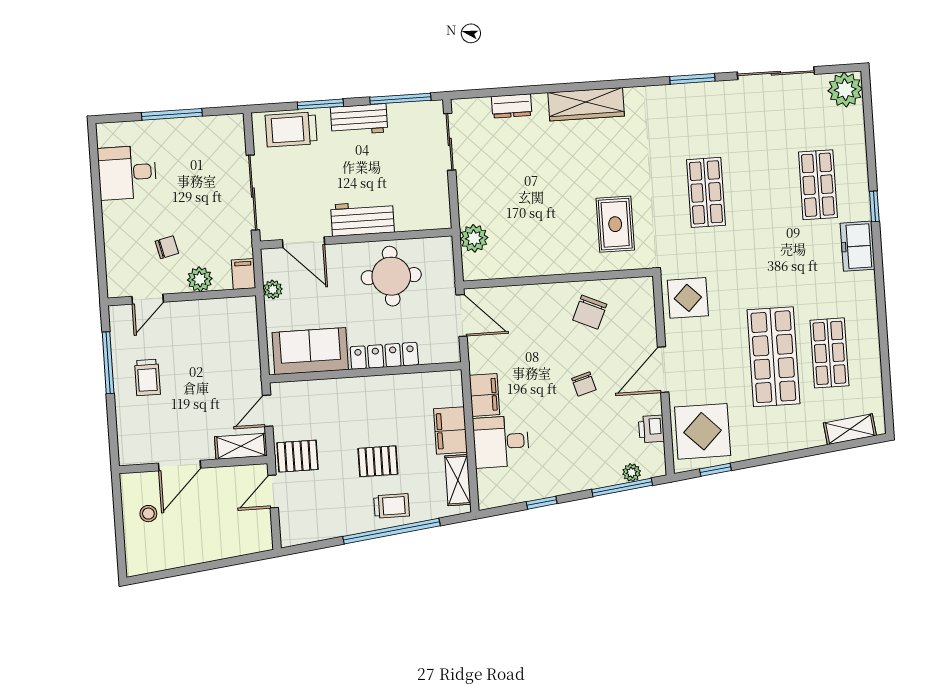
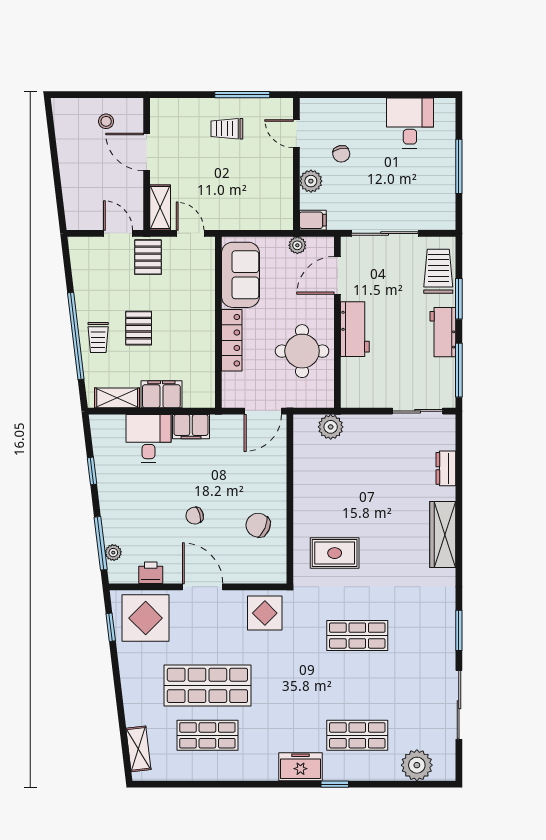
plant: (845, 90) -> (417, 765), moved

